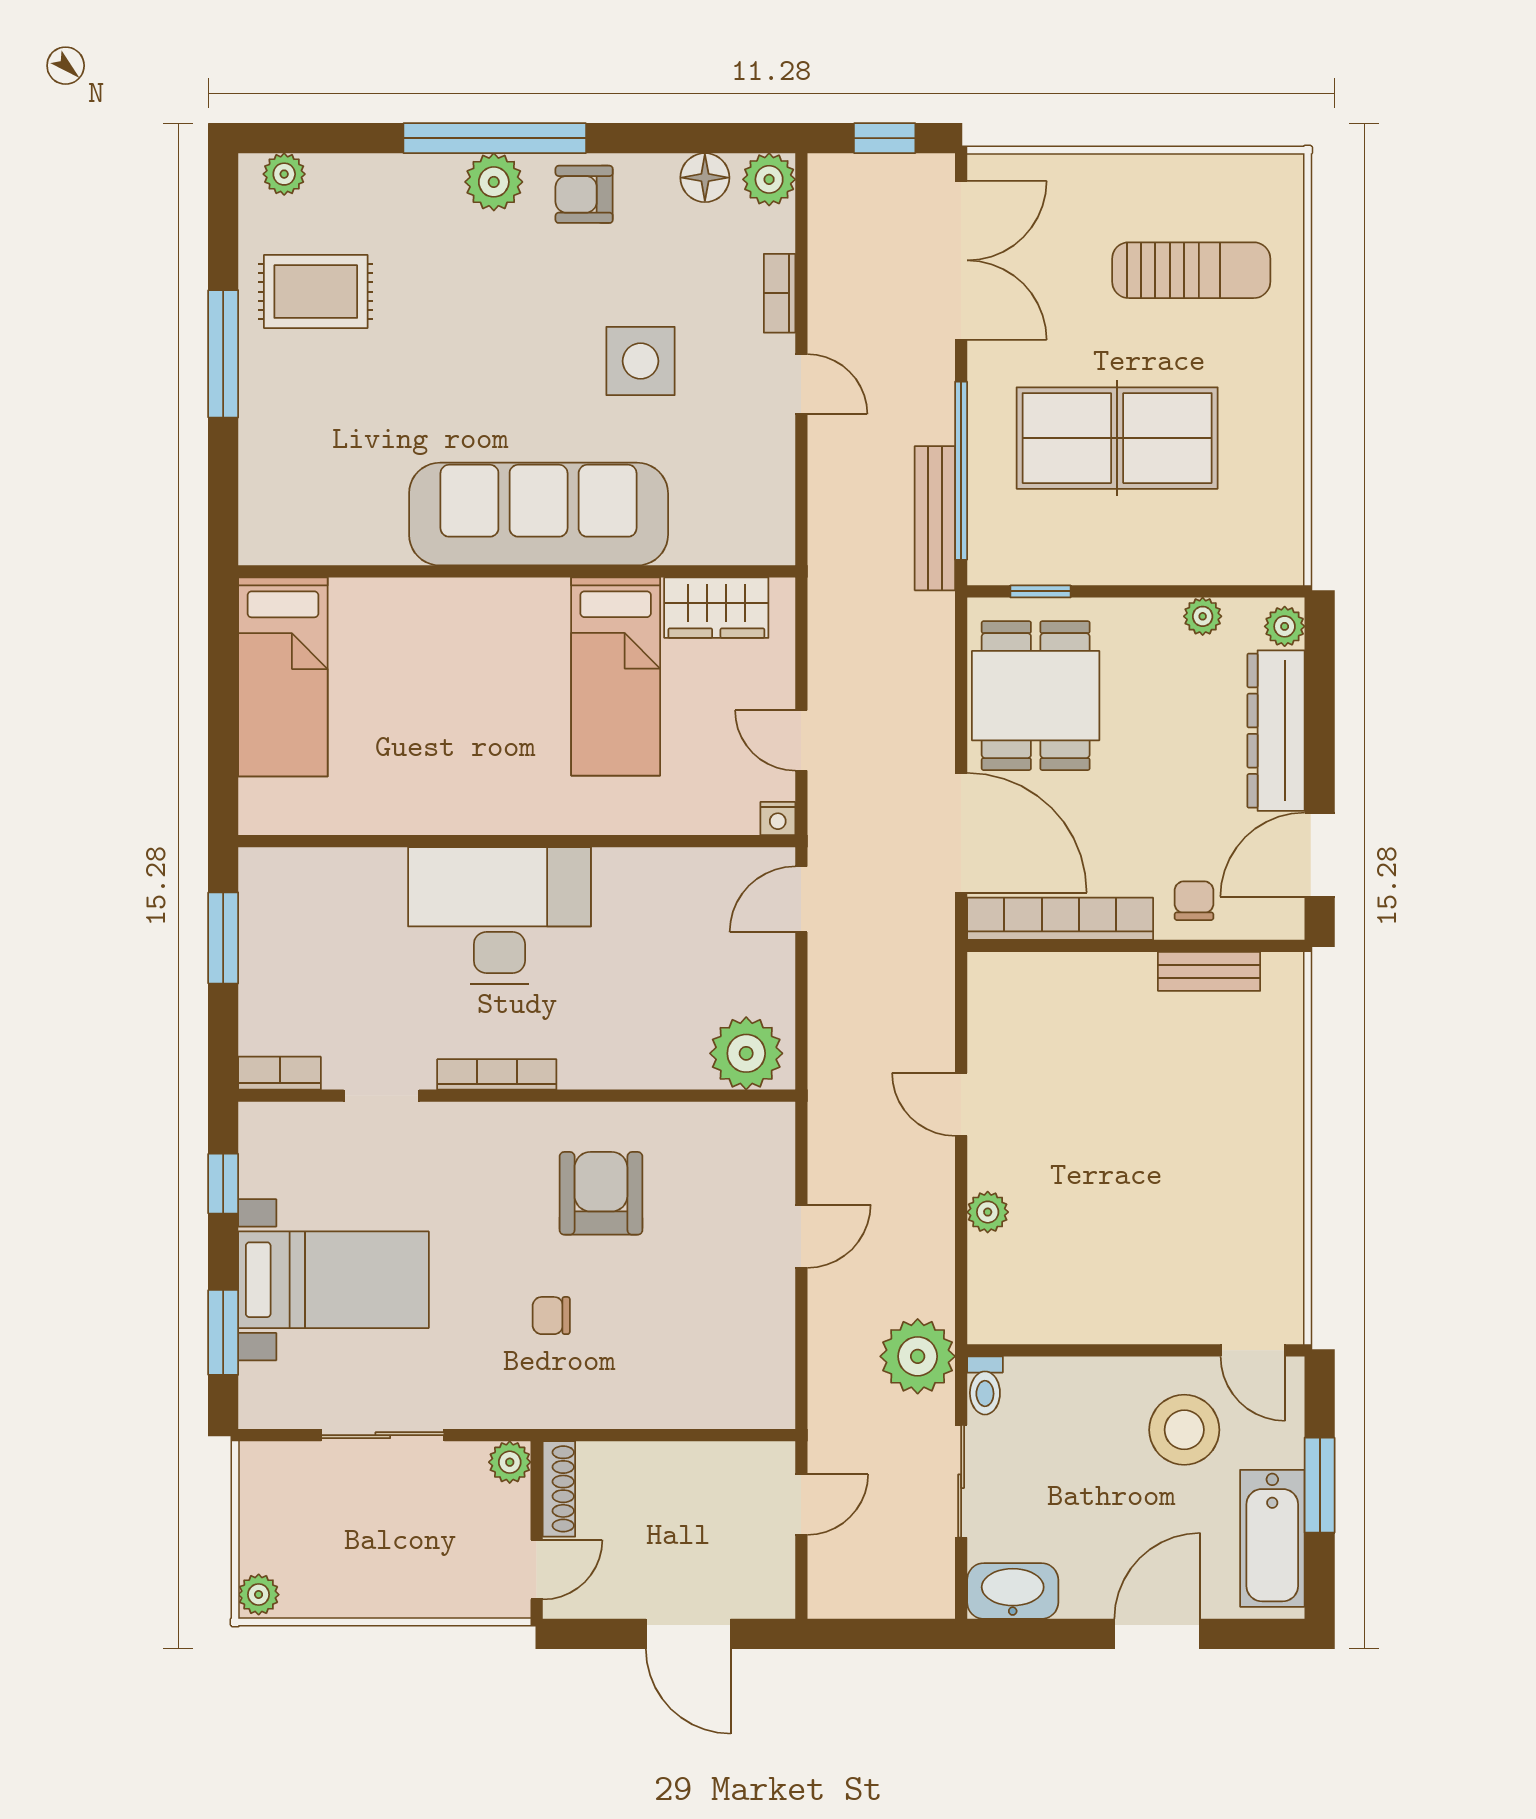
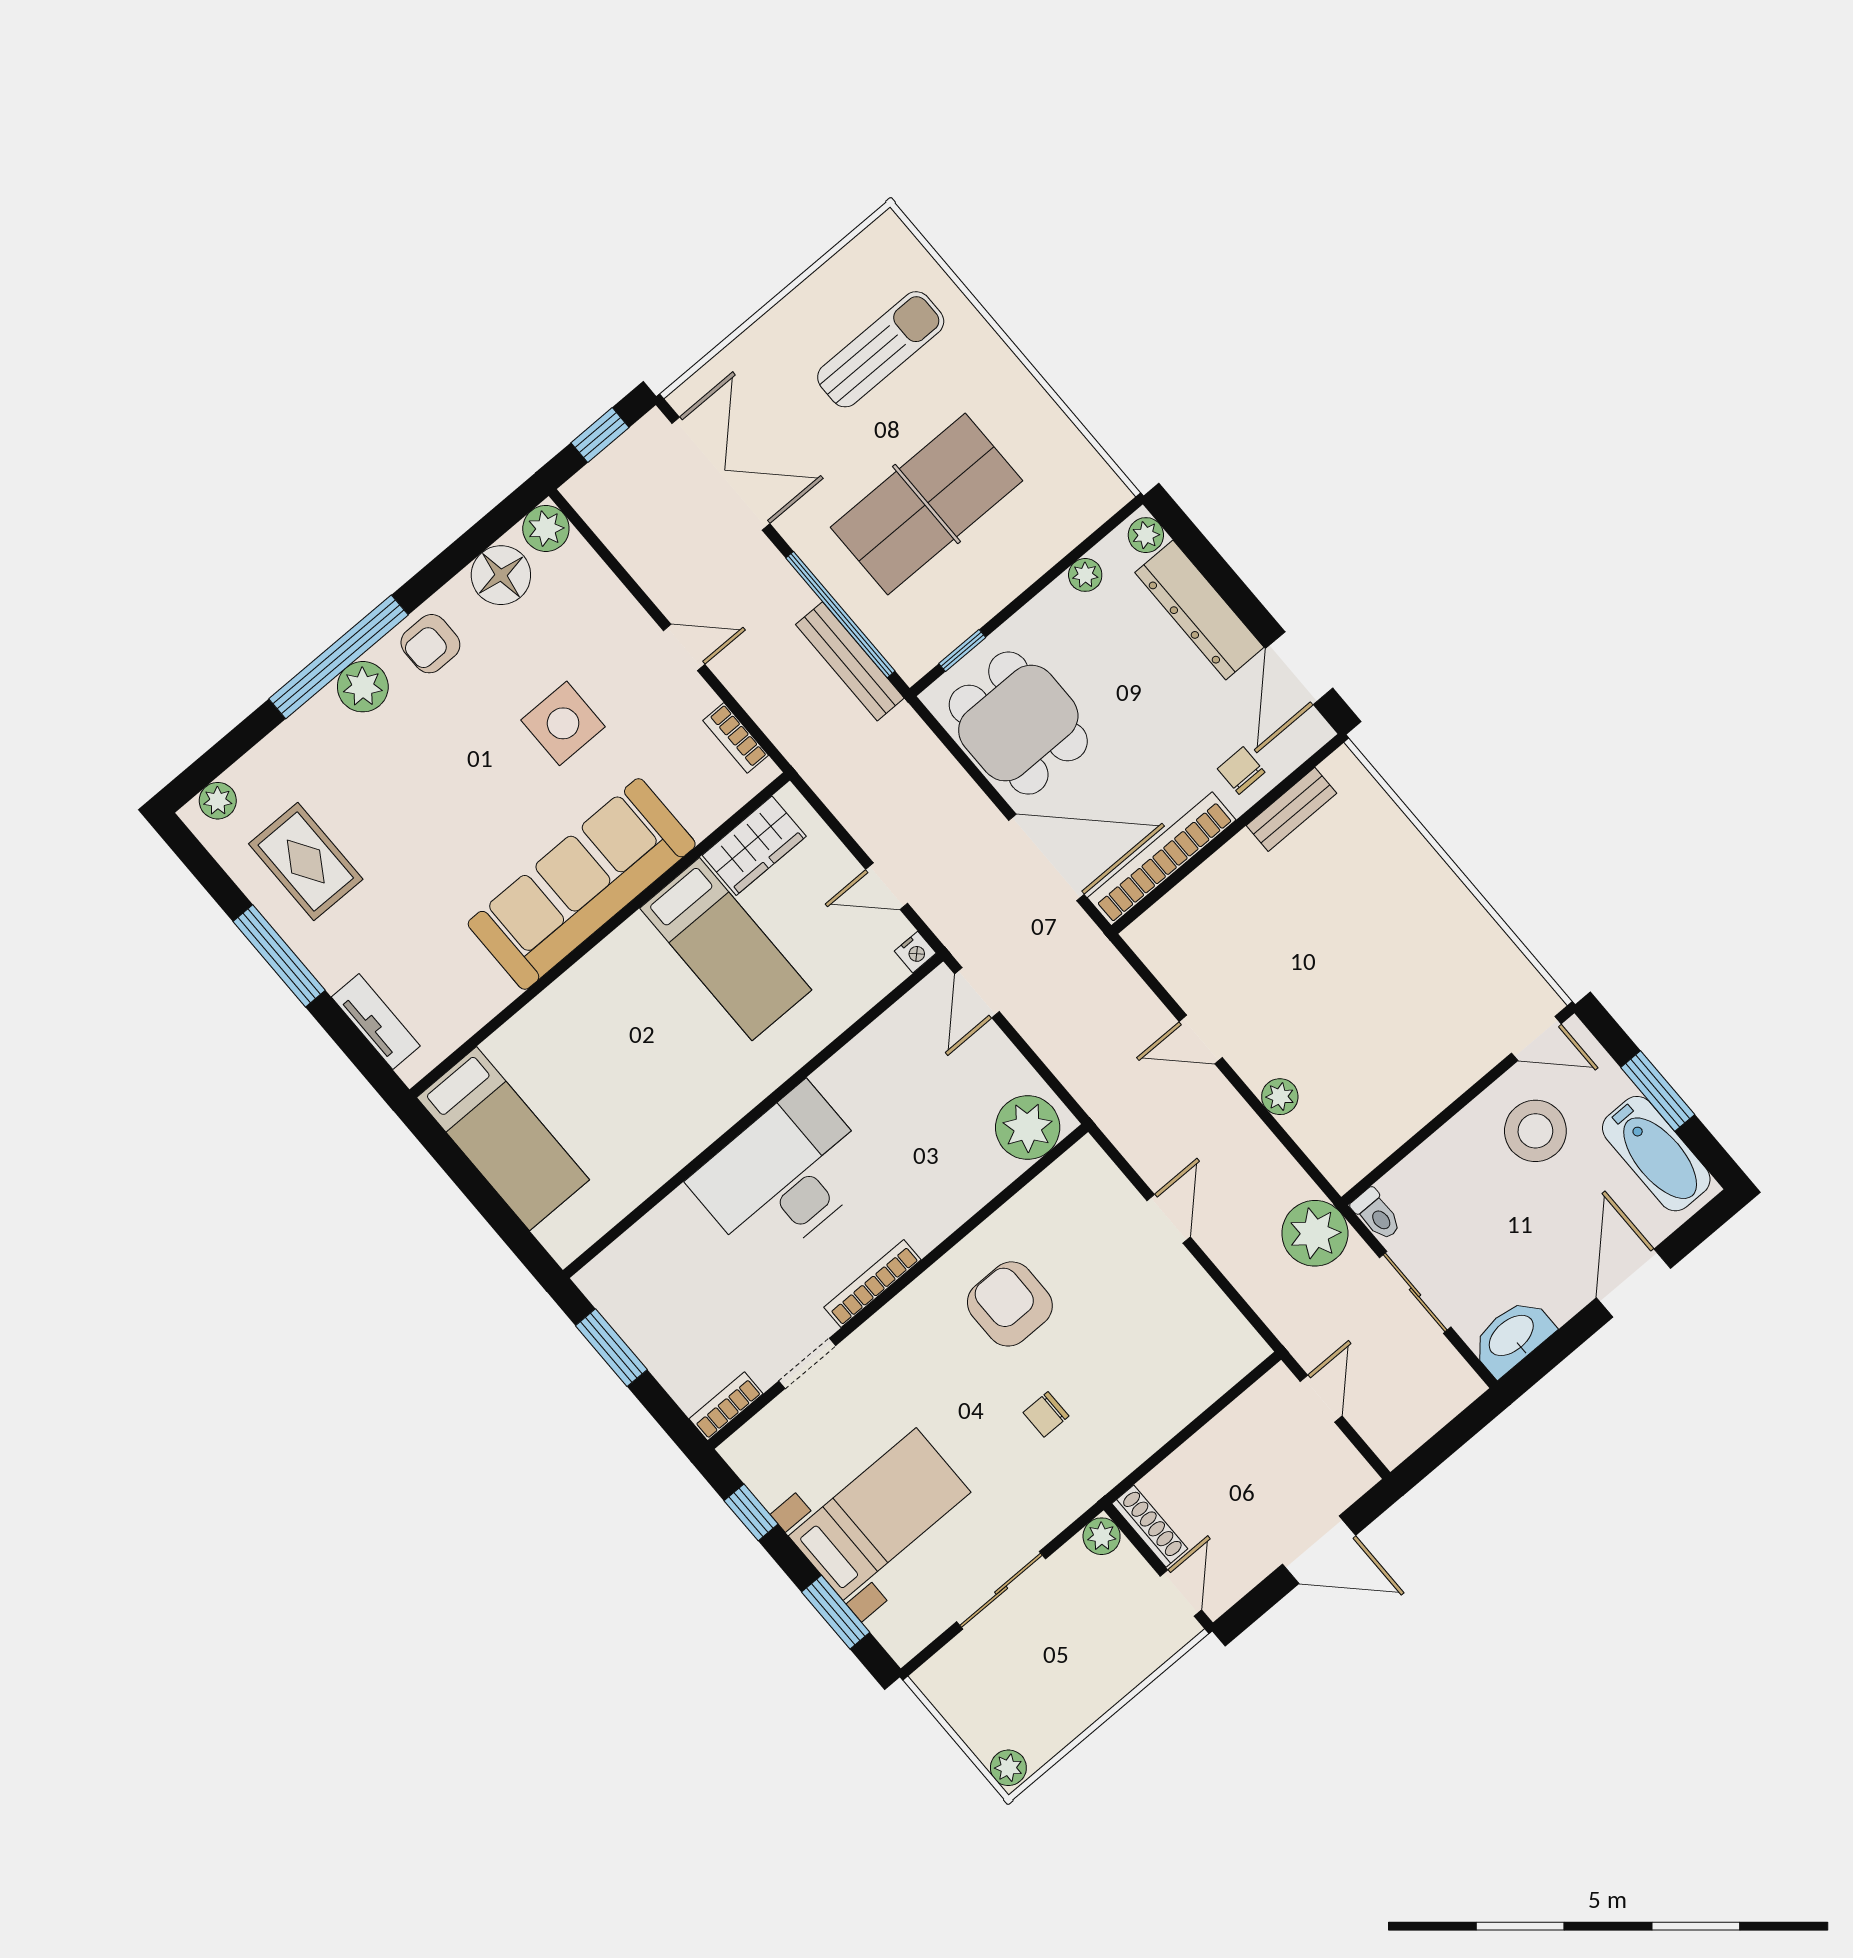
floor lamp: (705, 178) -> (501, 575), width x1.38, depth x1.38
rug: (316, 292) -> (306, 861), turned 90
bookcase: (780, 293) -> (736, 738), moved
tv unit: (259, 482) -> (376, 1021), added

